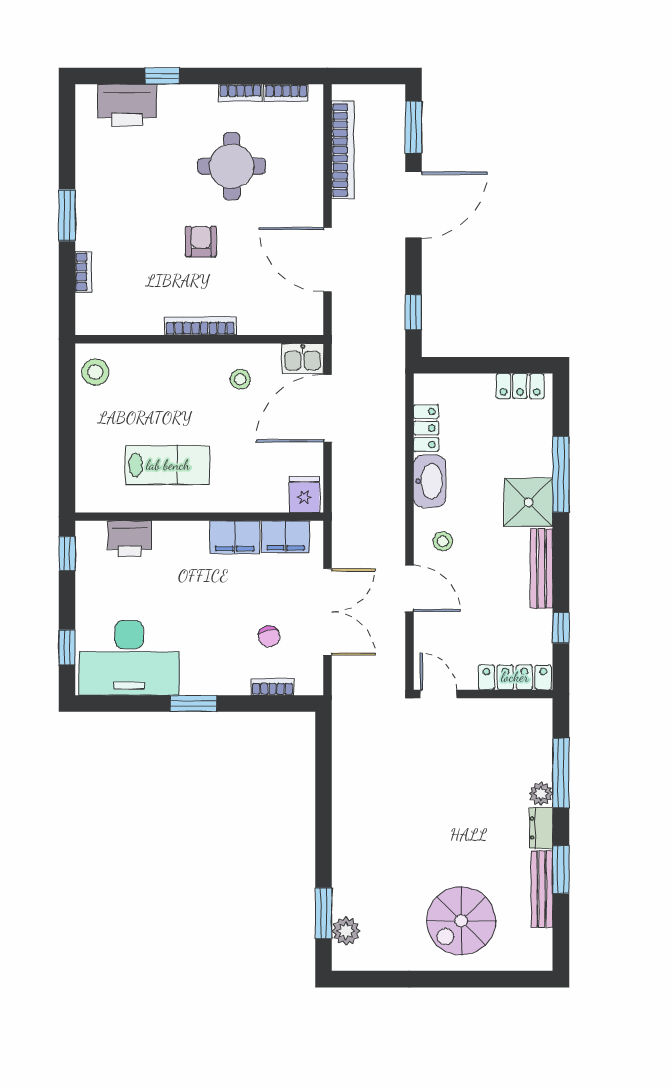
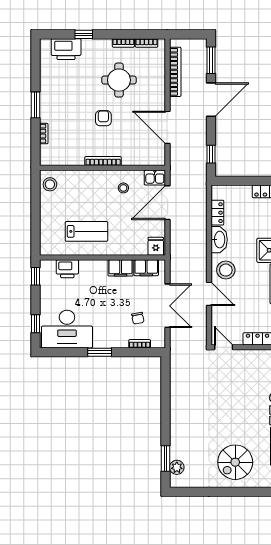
stool: (443, 541) -> (226, 270), width x1.89, depth x1.89

